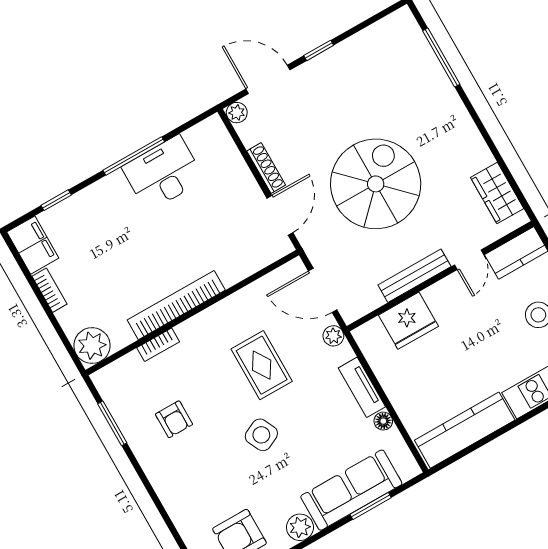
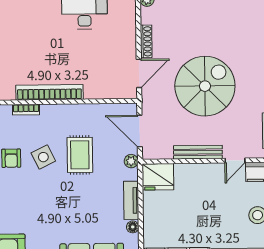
fridge: (408, 321) -> (158, 177), moved
side table: (261, 435) -> (43, 157), moved

